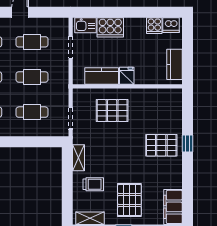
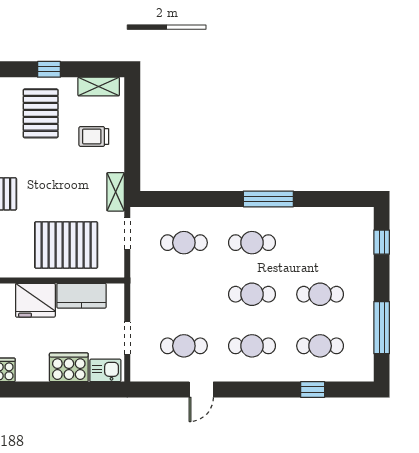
fridge: (127, 76) -> (35, 300), width x1.88, depth x1.34
cafe table: (32, 77) -> (184, 294), removed
pallet: (112, 111) -> (66, 245), width x1.37, depth x1.41
shelving: (78, 158) -> (116, 192), moved

